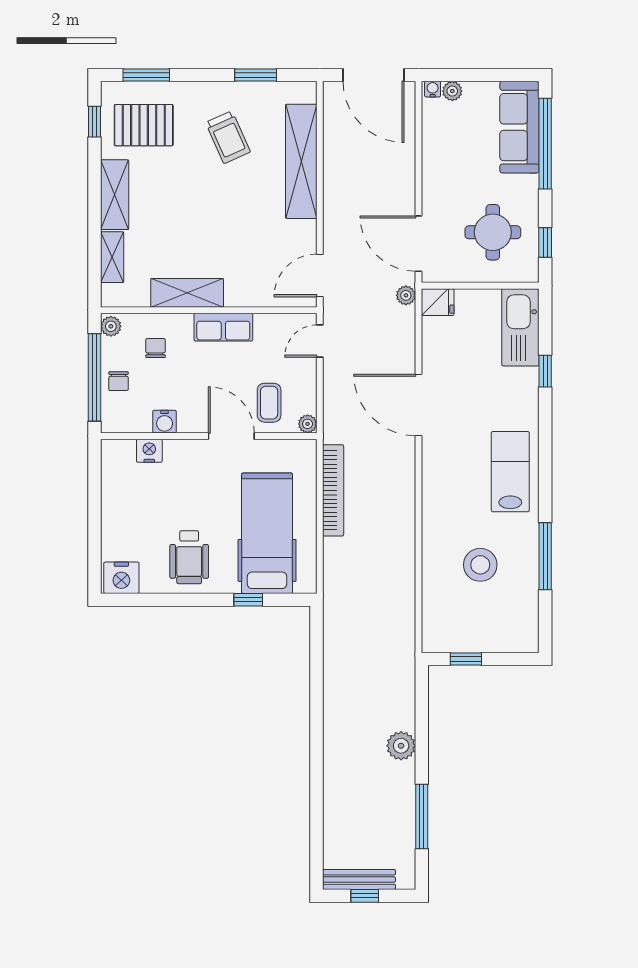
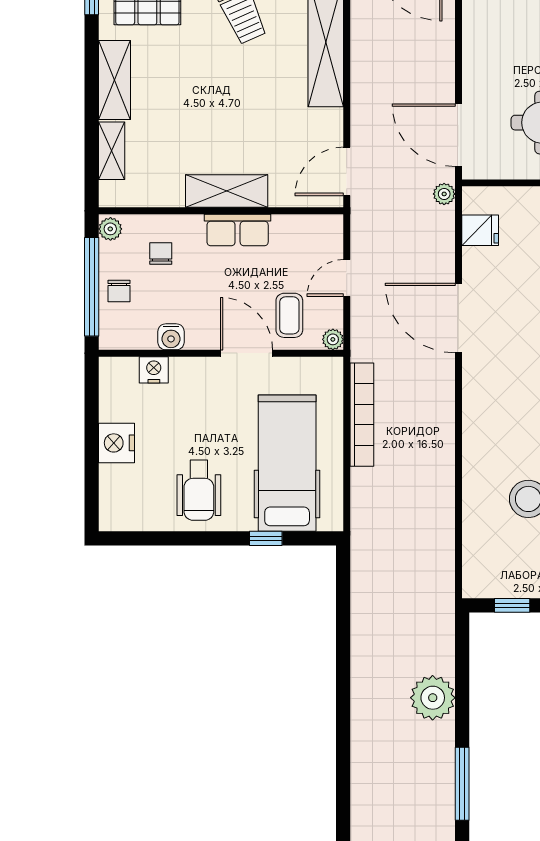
shelving: (187, 293) -> (227, 191), moved
fridge: (438, 302) -> (480, 230), moved
door: (320, 341) -> (347, 278), moved
nightstand: (121, 578) -> (117, 443), moved, turned 90
plant: (401, 746) -> (433, 698), width x1.36, depth x1.36

